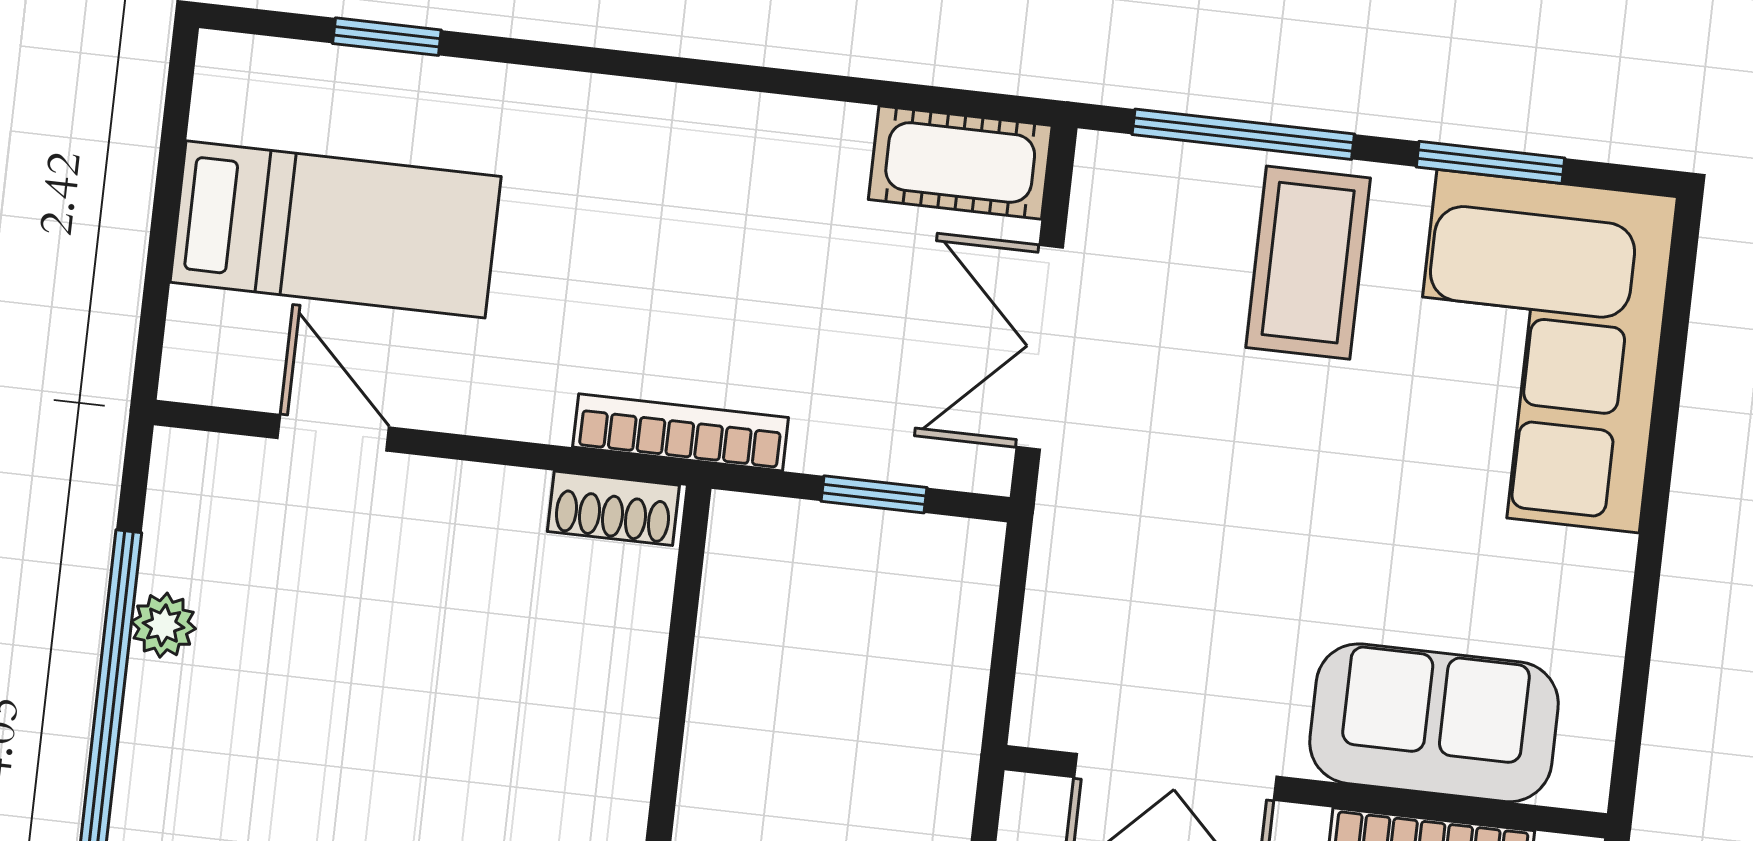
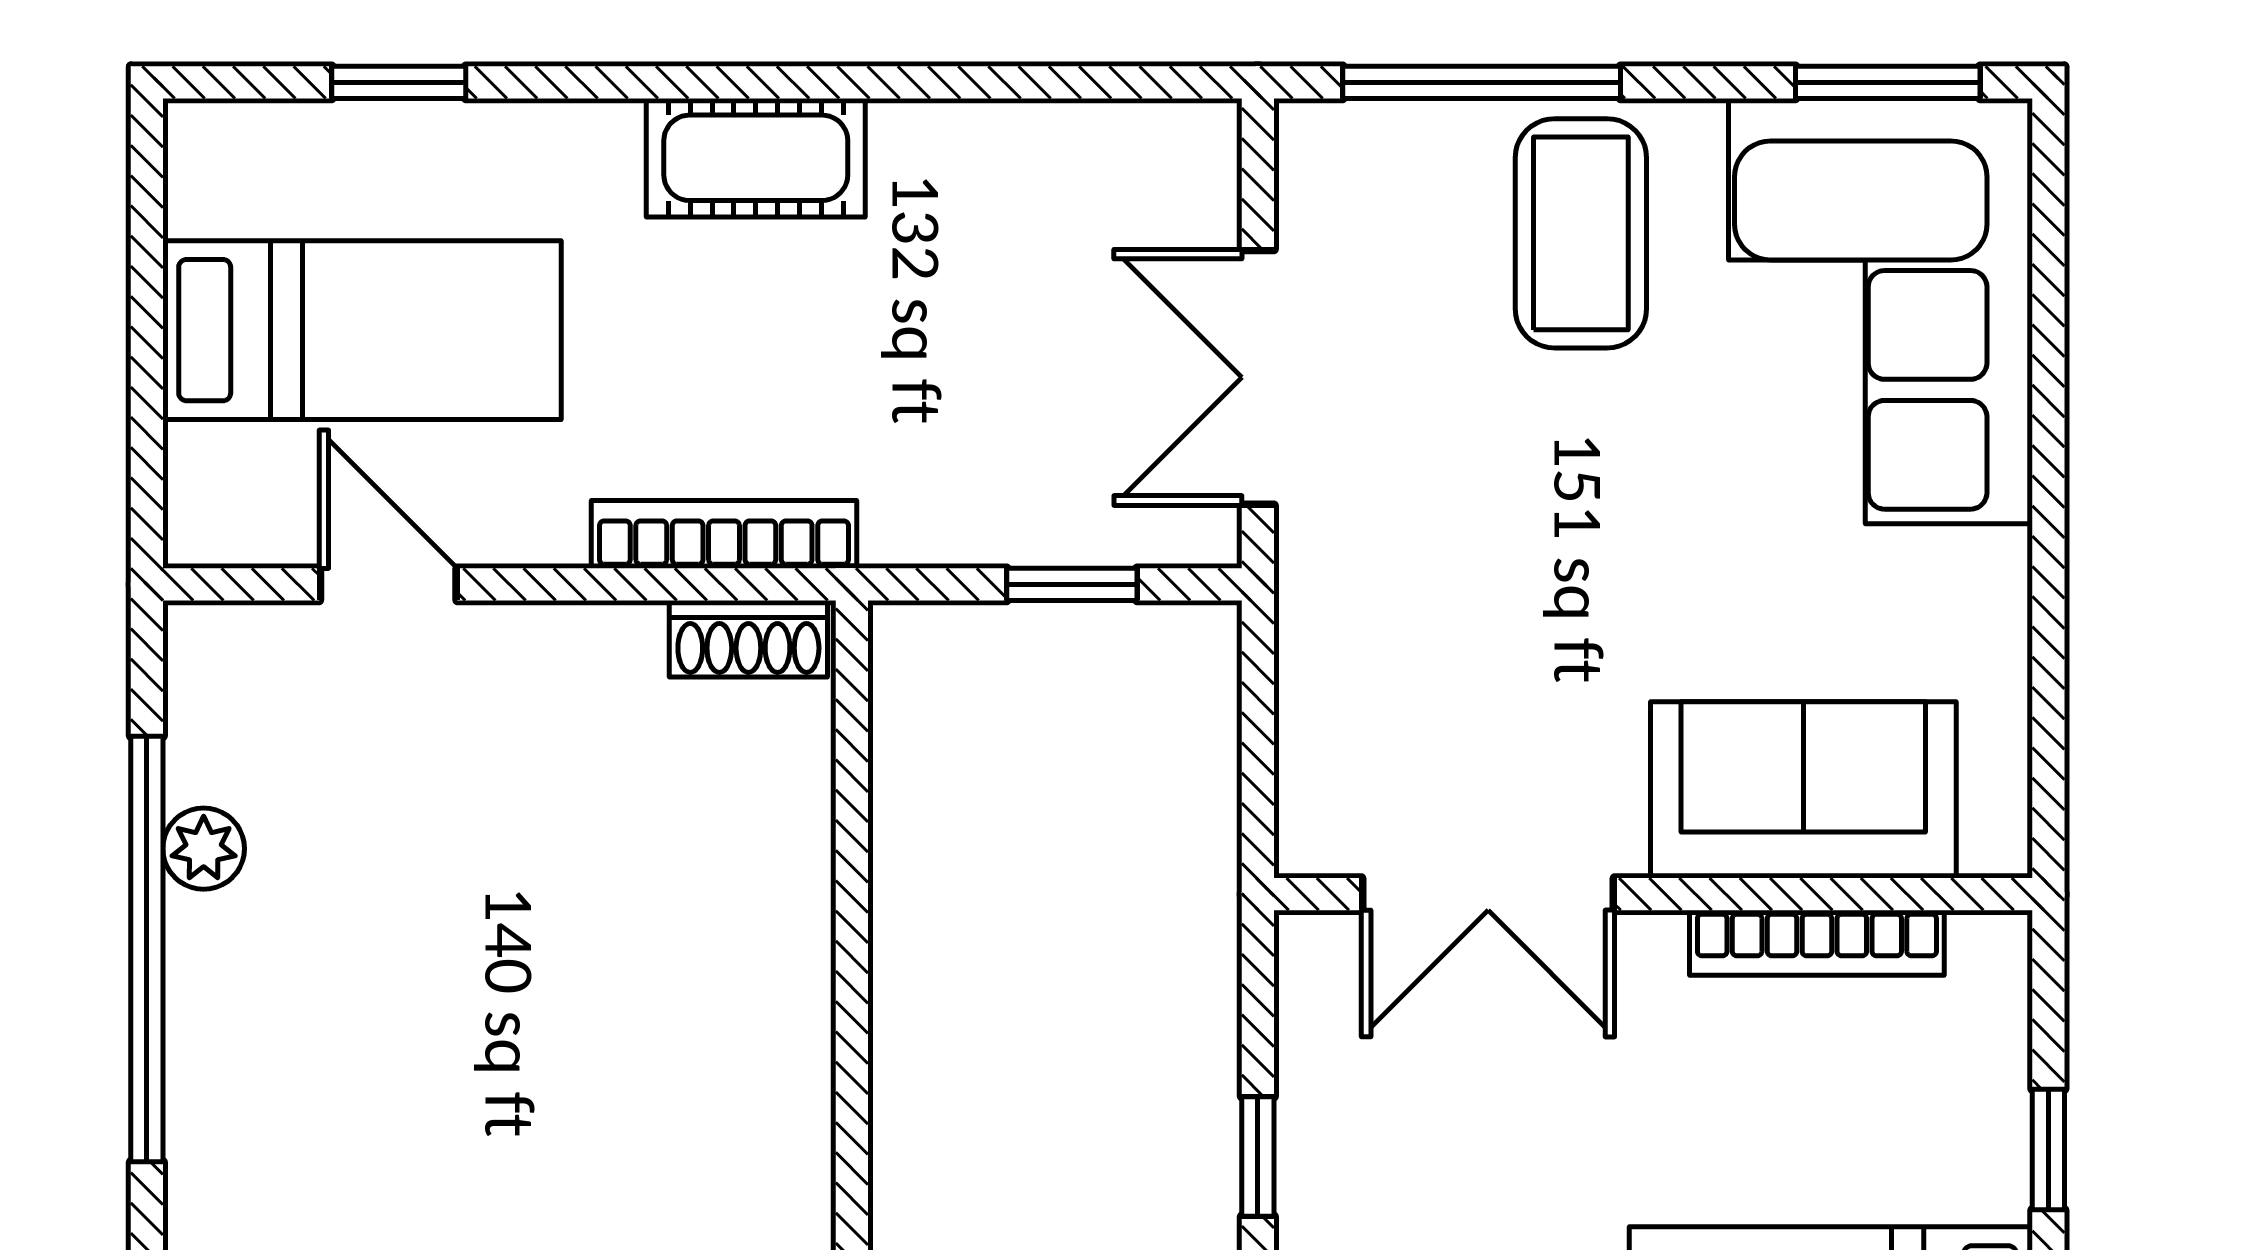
cot: (960, 162) -> (756, 158), moved
window: (1490, 162) -> (1888, 82), moved
bookcase: (681, 432) -> (724, 534), moved

